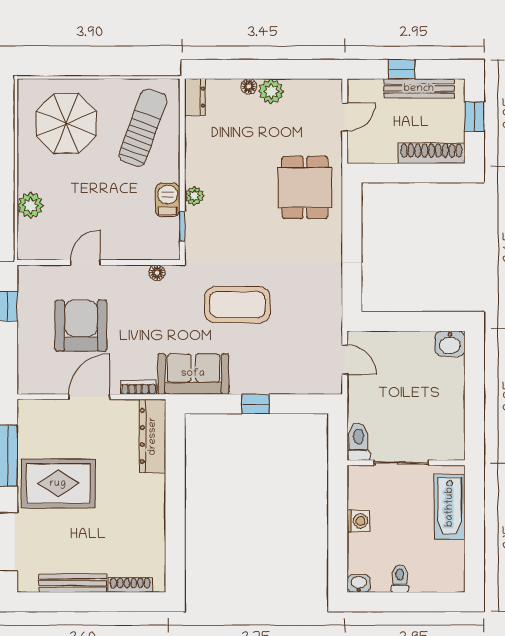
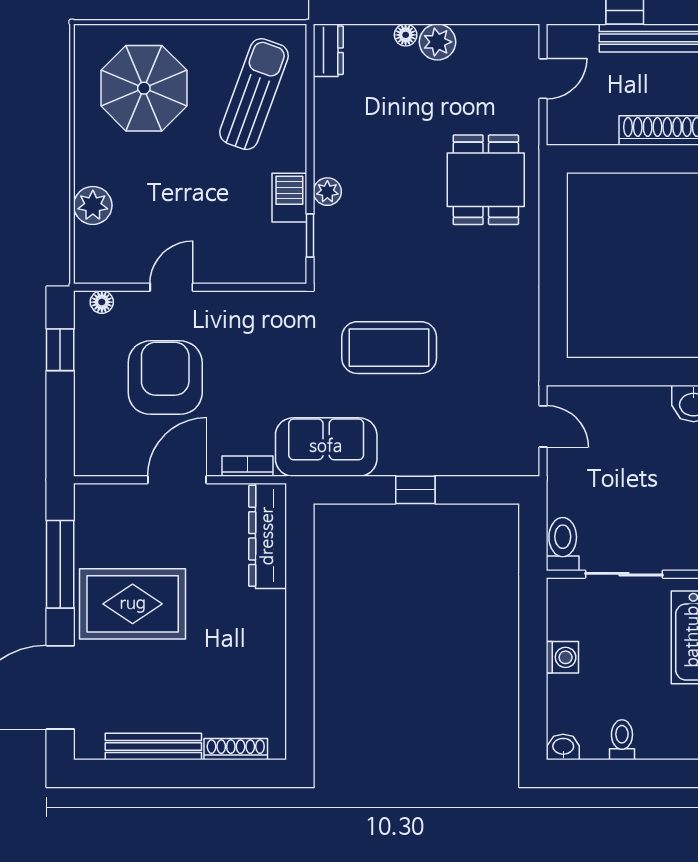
floor lamp: (157, 273) -> (102, 302), moved

